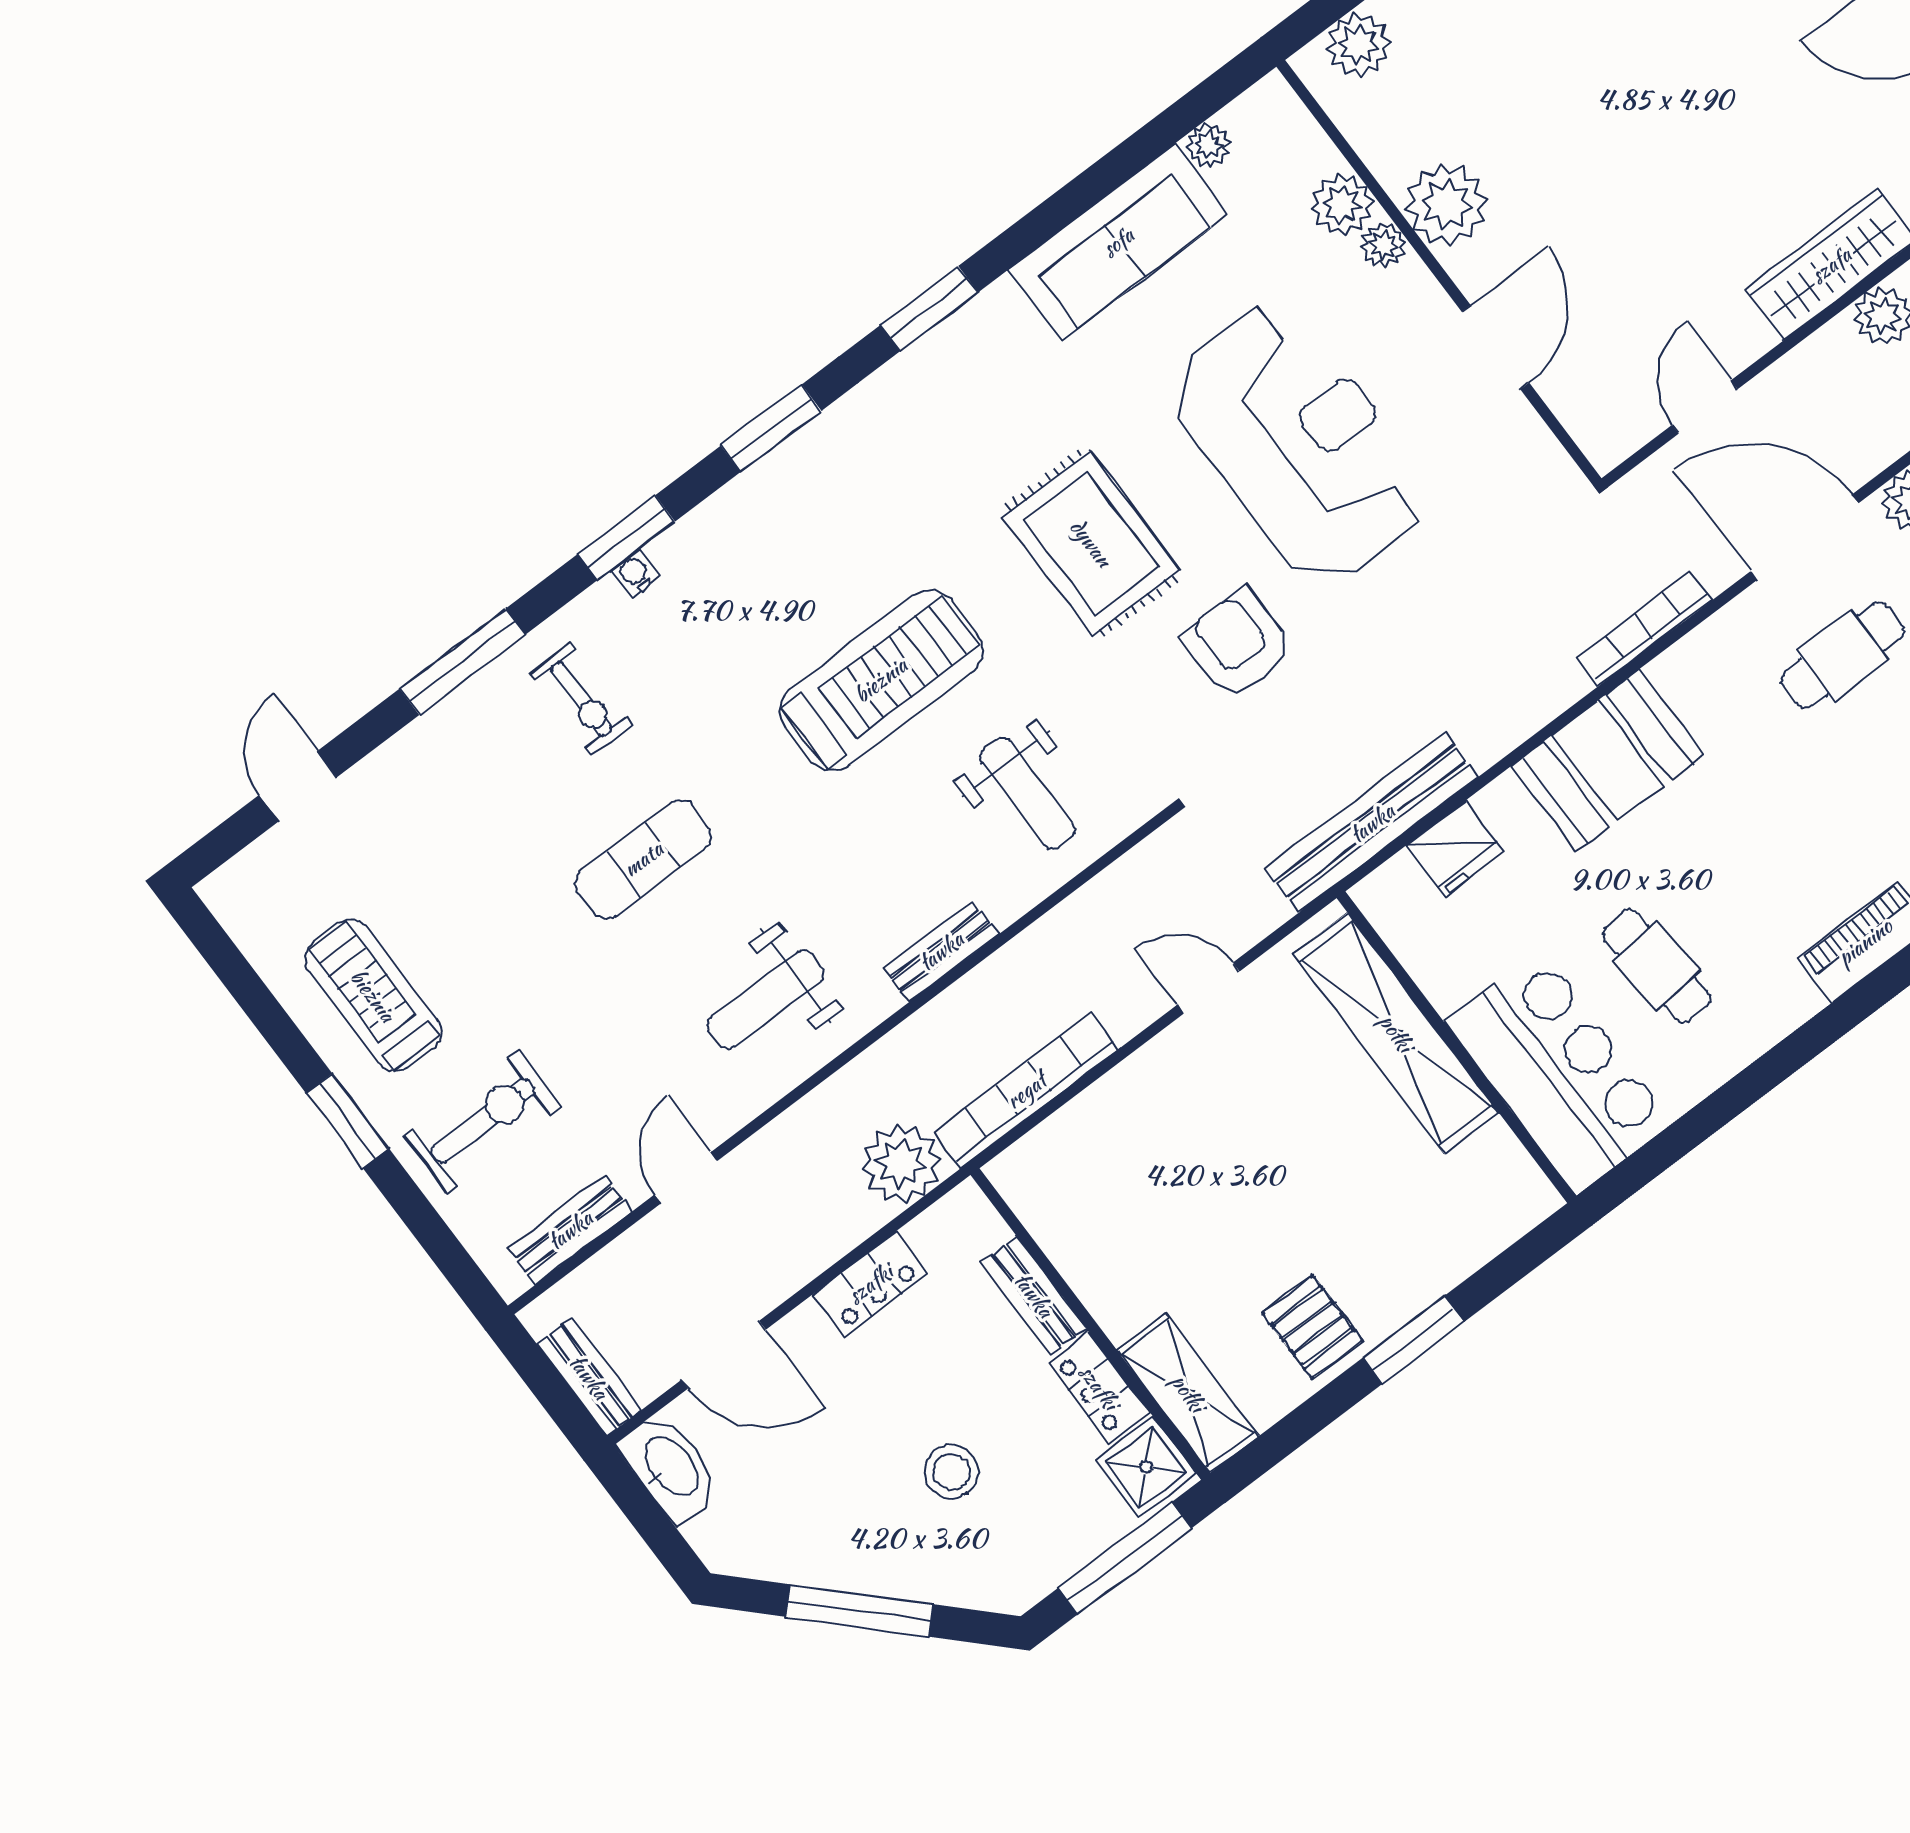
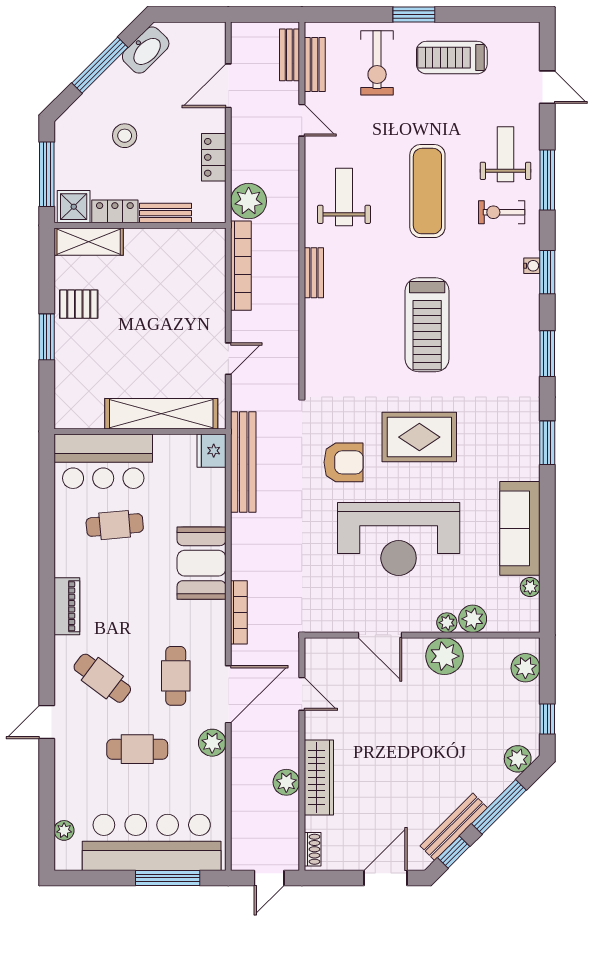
weight bench: (1027, 793) -> (506, 154), moved, turned 90
fridge: (1455, 849) -> (211, 451), moved
exercise mat: (643, 859) -> (427, 191), width x1.36, depth x1.45
treadmill: (373, 996) -> (452, 58), turned 180
bench: (589, 1377) -> (289, 55), moved, turned 90
washbasin: (670, 1467) -> (146, 50), moved, turned -45

